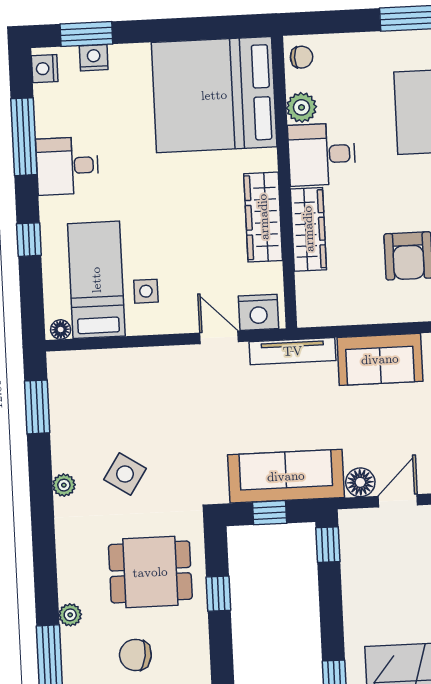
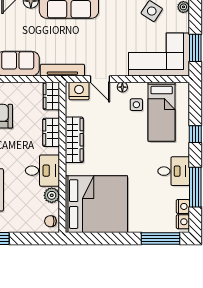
window: (86, 34) -> (161, 238), width x1.44
nightstand: (94, 58) -> (183, 206), moved, turned -90
wardrobe: (308, 229) -> (51, 132), width x0.67
wardrobe: (312, 300) -> (51, 96), added
floor lamp: (61, 330) -> (122, 87), moved
corner sofa: (107, 391) -> (159, 54), added

